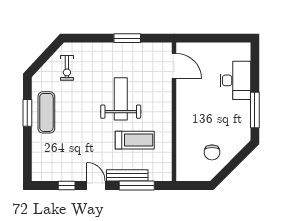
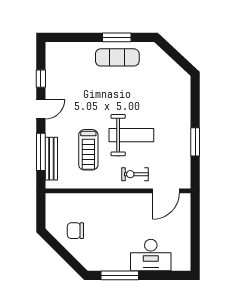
exercise bike: (67, 68) -> (135, 174), moved
bench: (127, 175) -> (51, 159), moved

